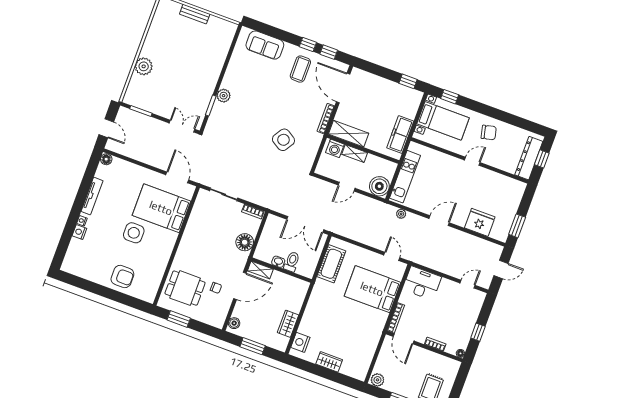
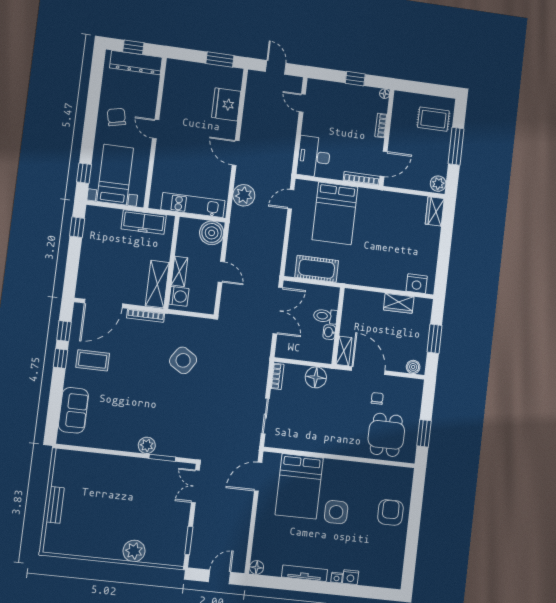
plant: (401, 214) -> (244, 195), width x1.88, depth x1.88
wardrobe: (329, 362) -> (435, 211), moved

